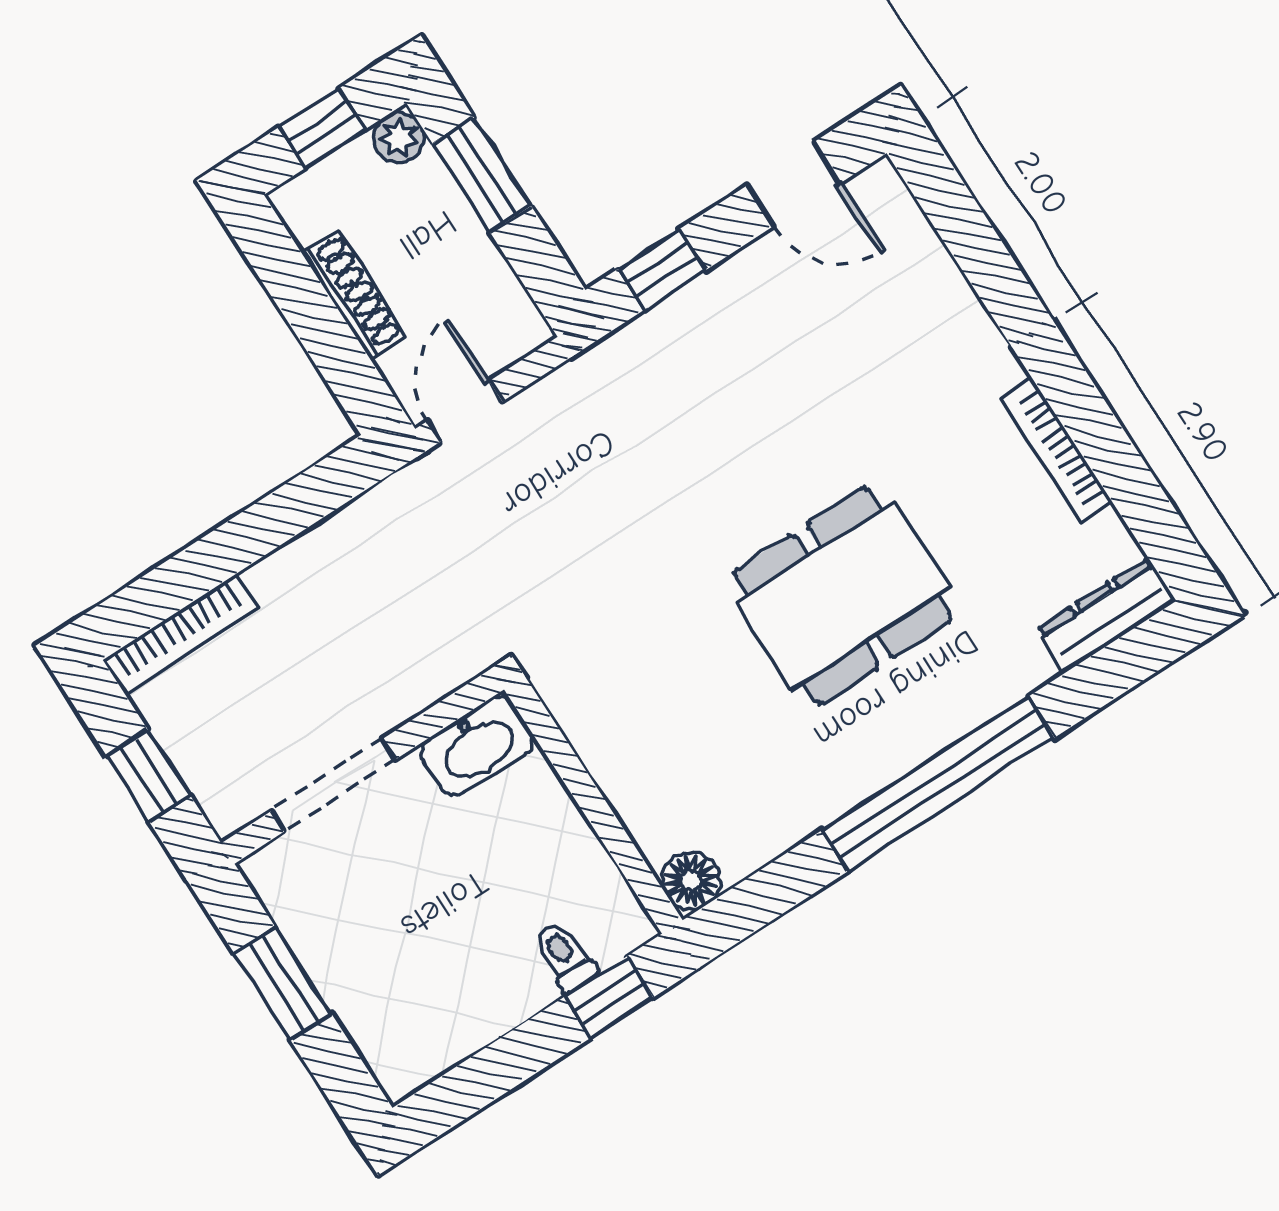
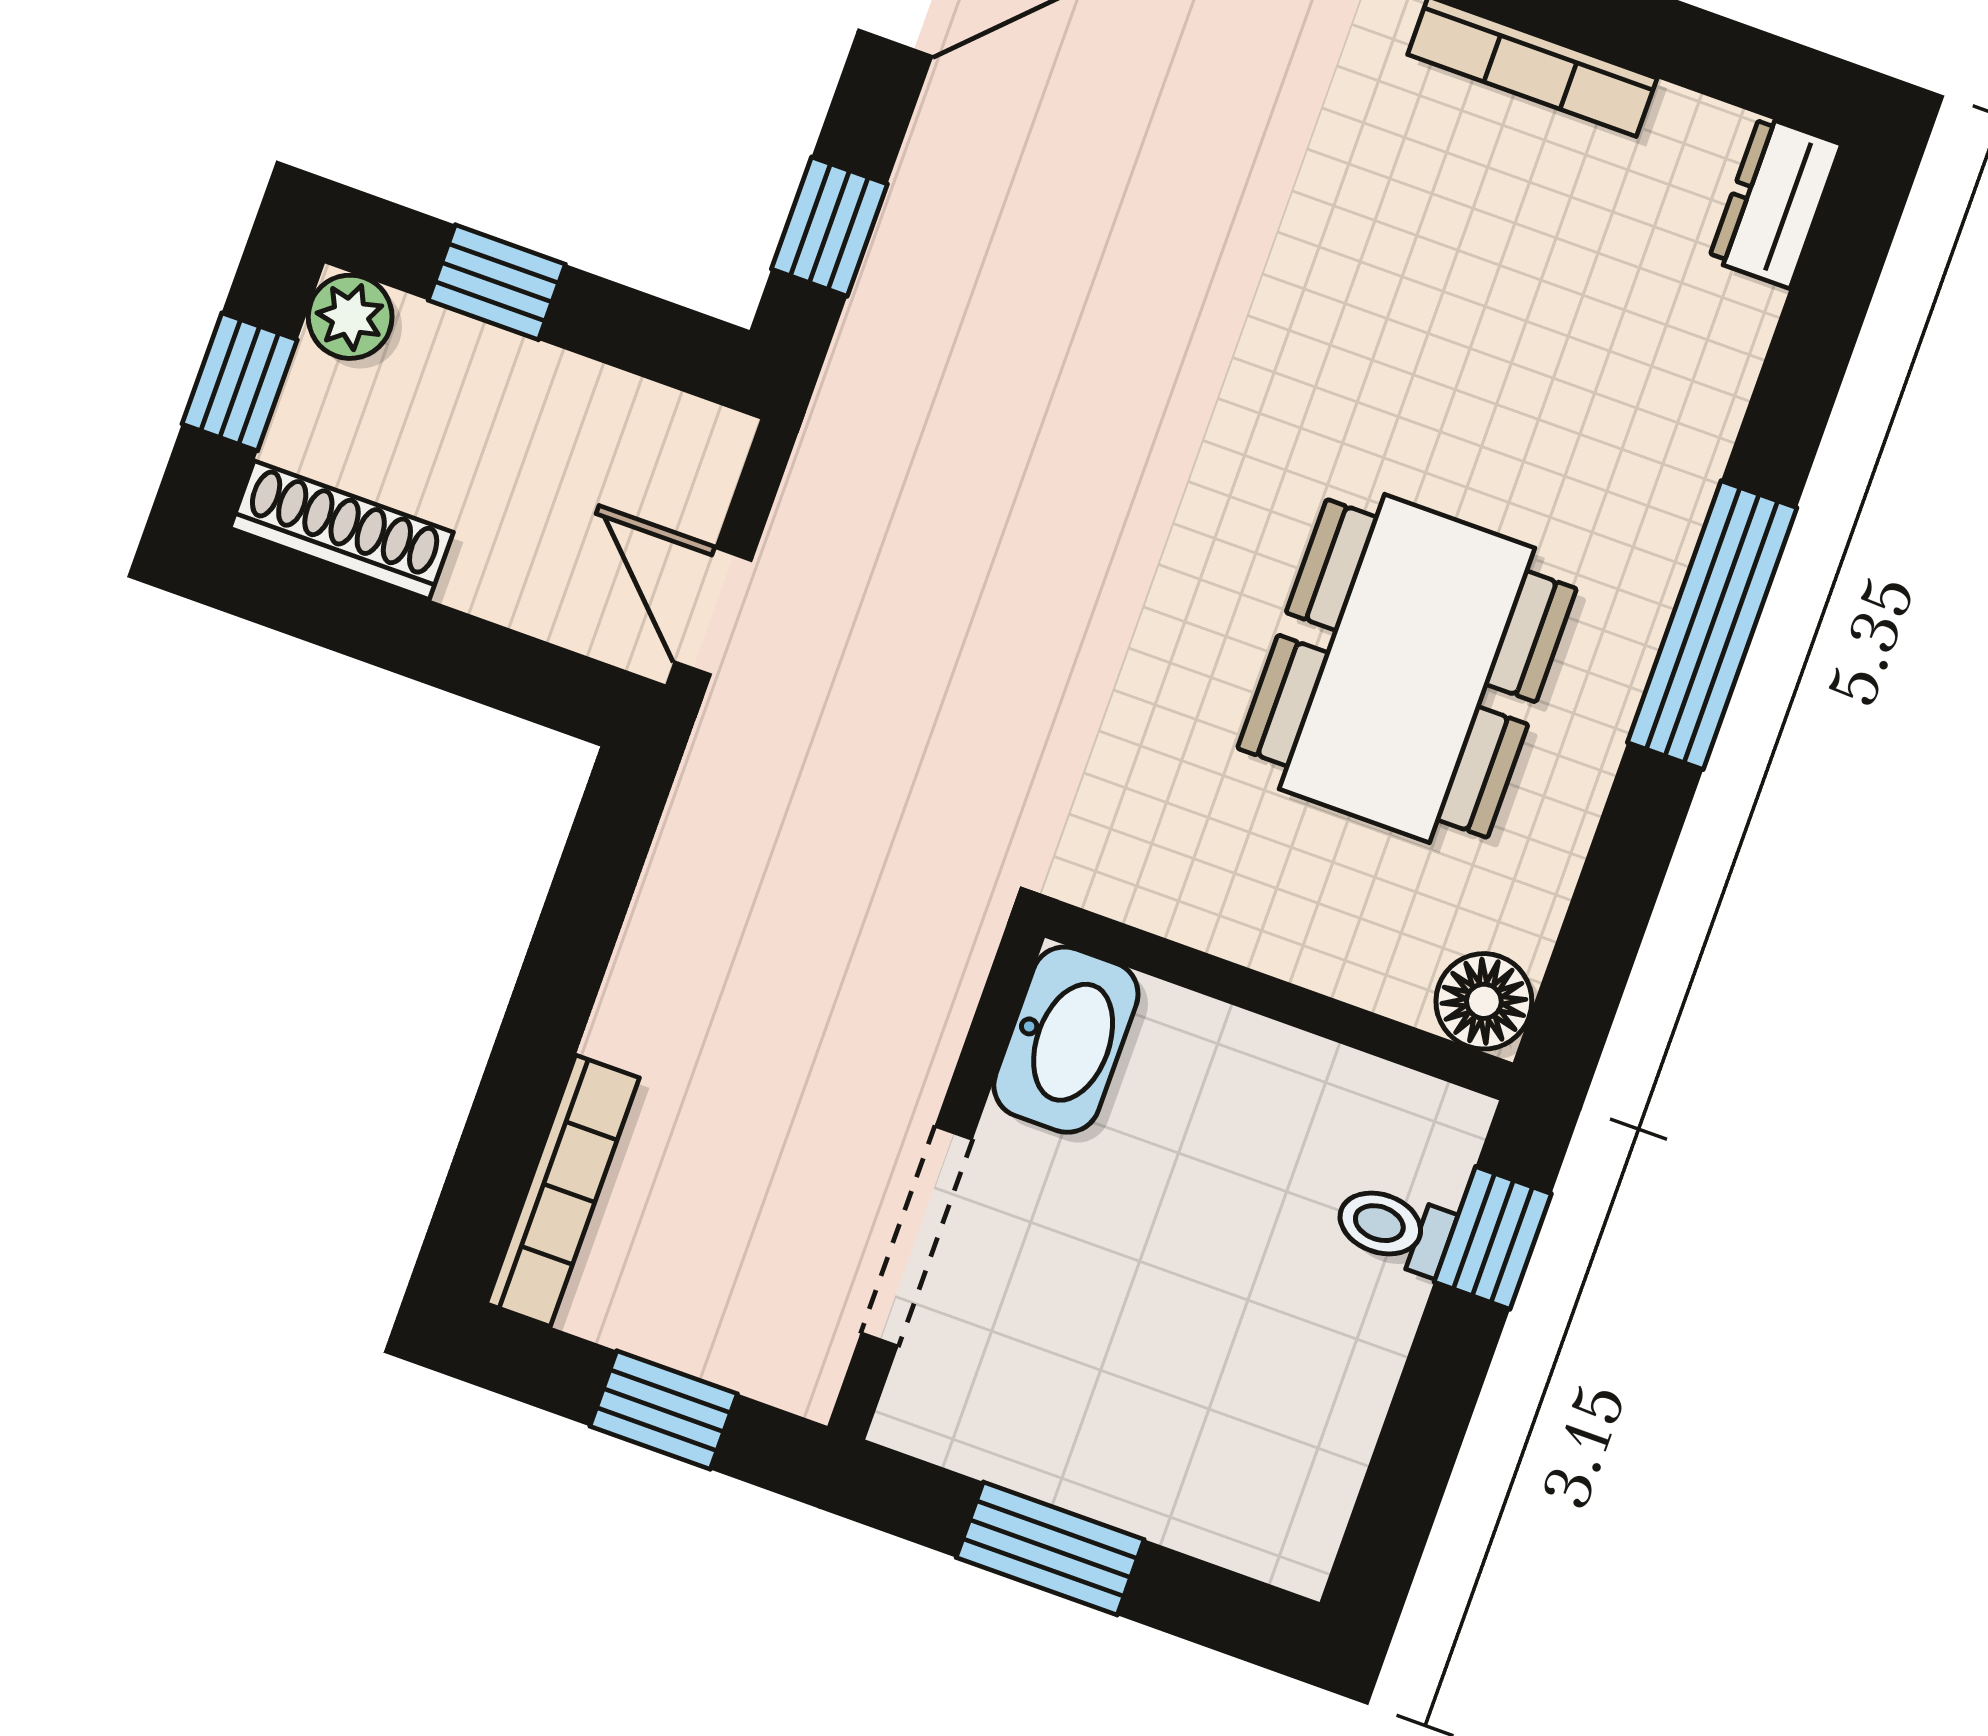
window: (482, 175) -> (497, 282), width x0.67
shoe rack: (354, 295) -> (342, 530), moved
dining table: (843, 596) -> (1407, 668), moved
dresser: (1106, 615) -> (1775, 202), width x0.70
window: (938, 784) -> (1712, 625), width x0.68

